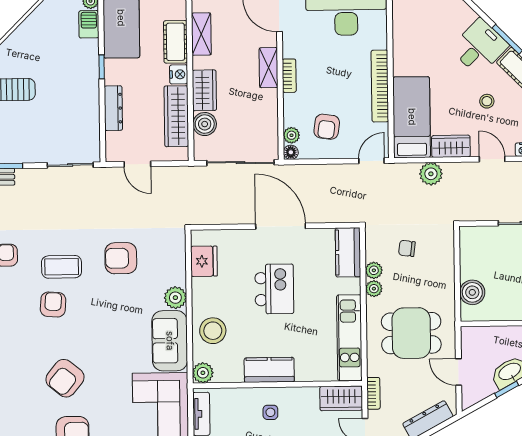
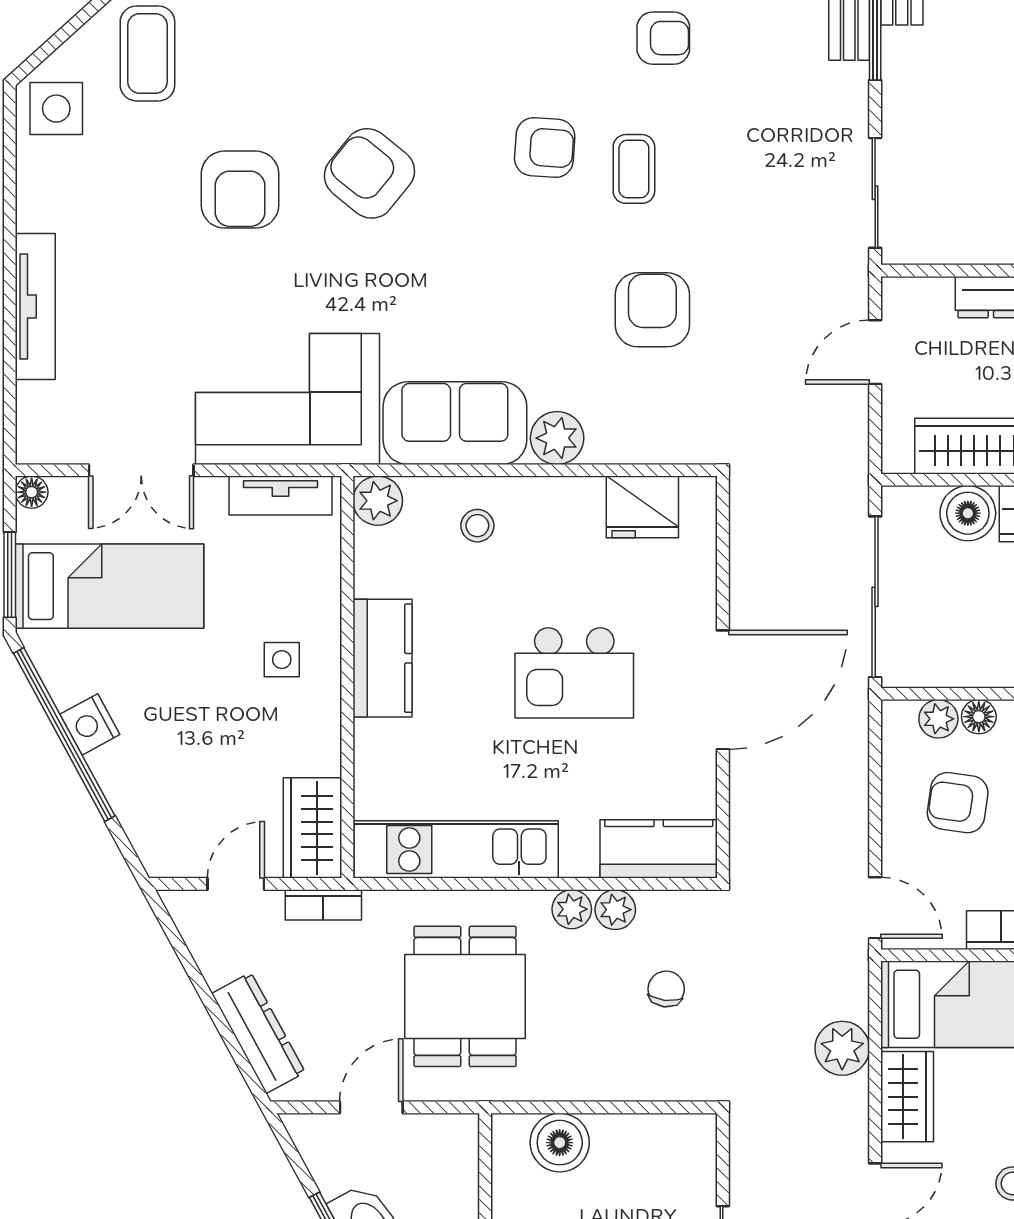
floor lamp: (291, 152) -> (979, 717), moved
coffee table: (62, 267) -> (634, 169), width x0.73, depth x0.77
stool: (213, 331) -> (477, 526), width x0.53, depth x0.53

